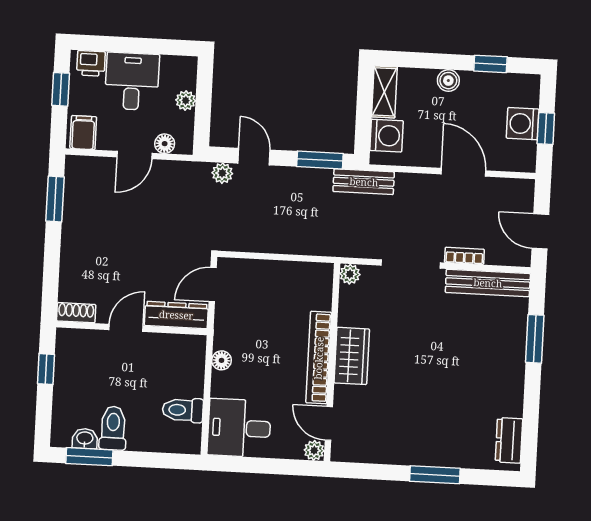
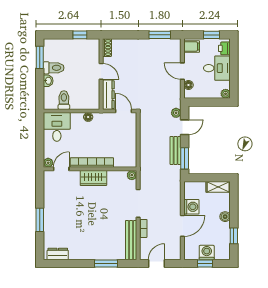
plant: (186, 100) -> (226, 94), moved
washing machine: (387, 136) -> (191, 207), moved, turned -90
bench: (364, 182) -> (176, 150), moved
washbasin: (85, 439) -> (48, 81), moved

